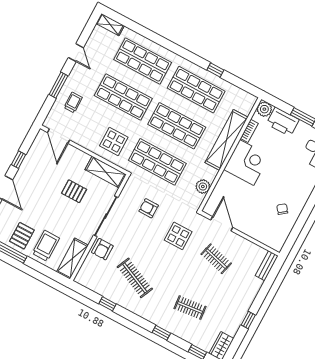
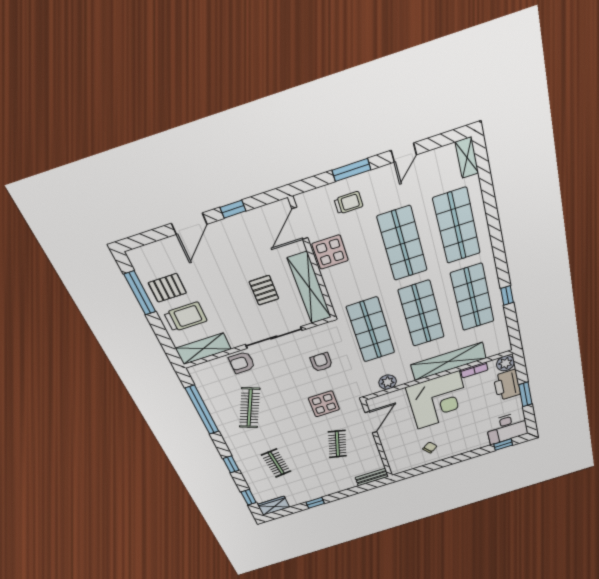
display table: (114, 142) -> (330, 252), moved
corner desk: (247, 163) -> (438, 400), width x1.36, depth x1.36
shelving: (106, 172) -> (310, 288), width x1.47
window: (107, 304) -> (202, 410), width x3.17

